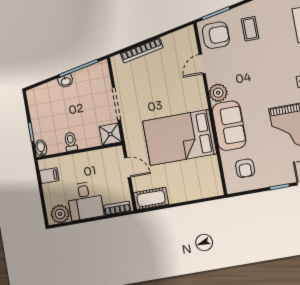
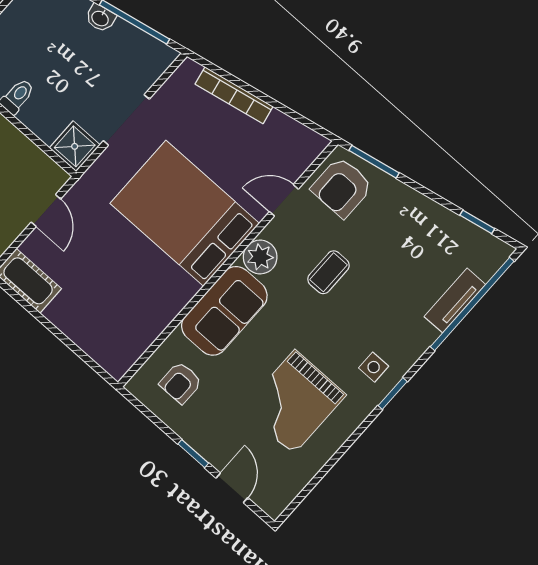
coffee table: (250, 29) -> (328, 272), moved
armchair: (216, 35) -> (342, 187), turned 90
bed: (180, 137) -> (185, 213), moved

